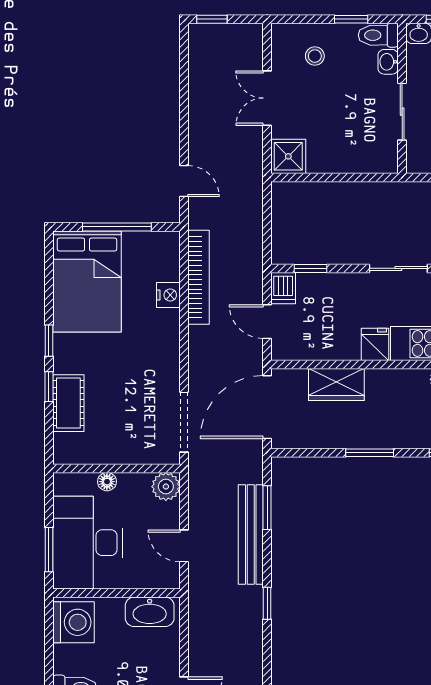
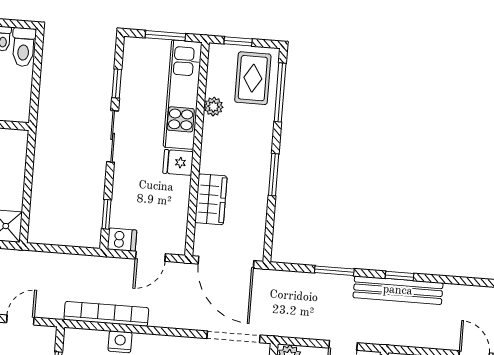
window: (267, 508) -> (334, 271), moved
bench: (251, 534) -> (398, 290), moved

